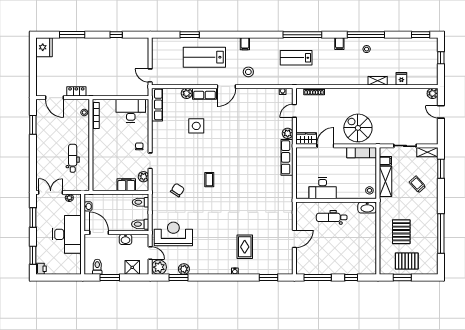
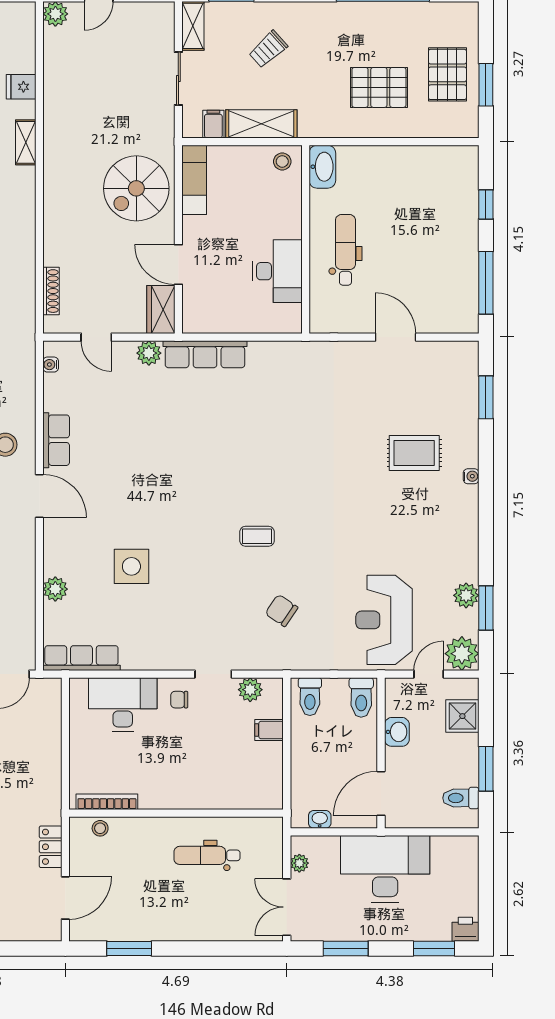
row of seats: (204, 94) -> (56, 440), moved
desk: (131, 111) -> (123, 704), moved, turned 90
filing cabinet: (126, 185) -> (269, 730), width x0.50
dental chair: (332, 217) -> (345, 250), turned 180

